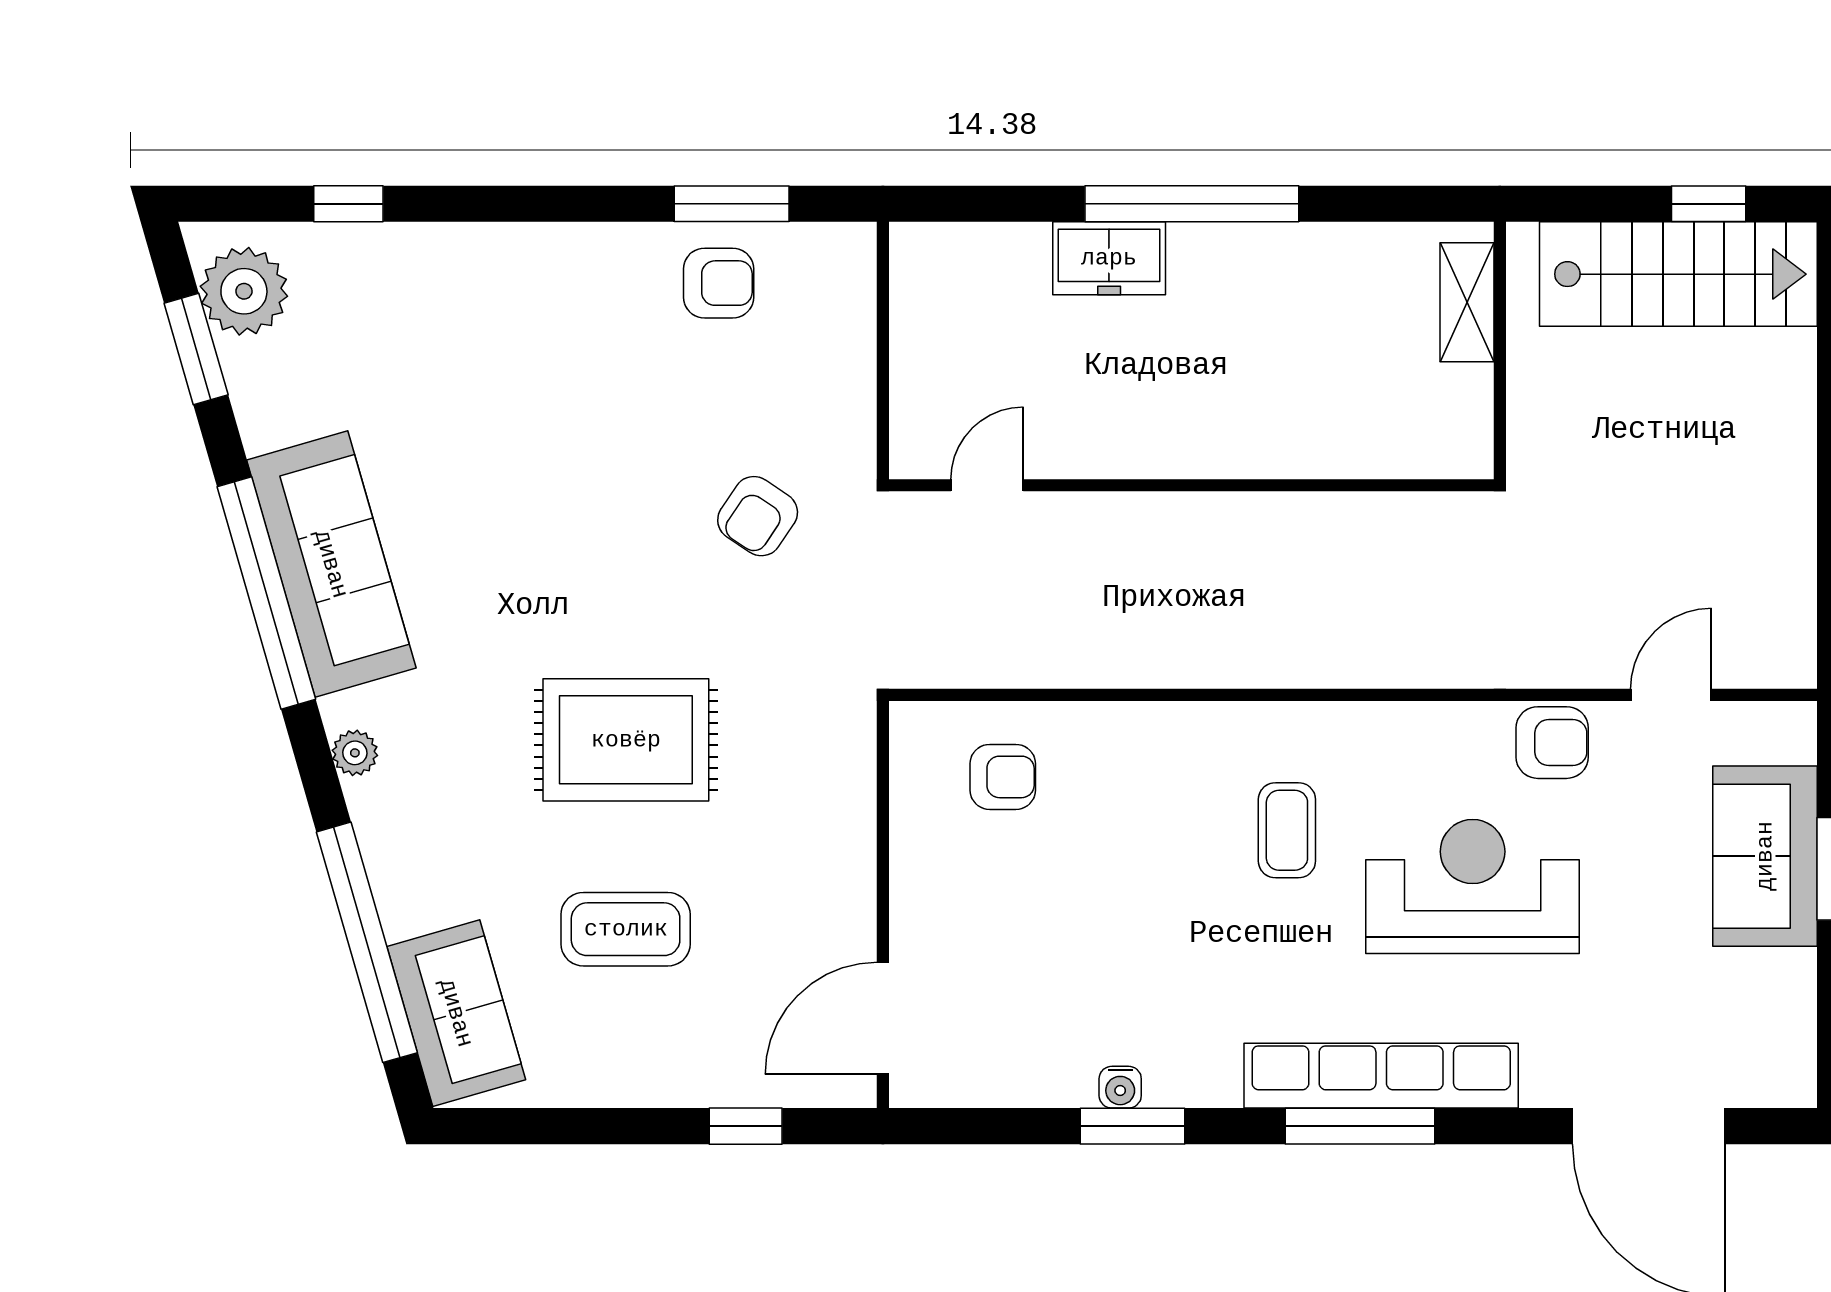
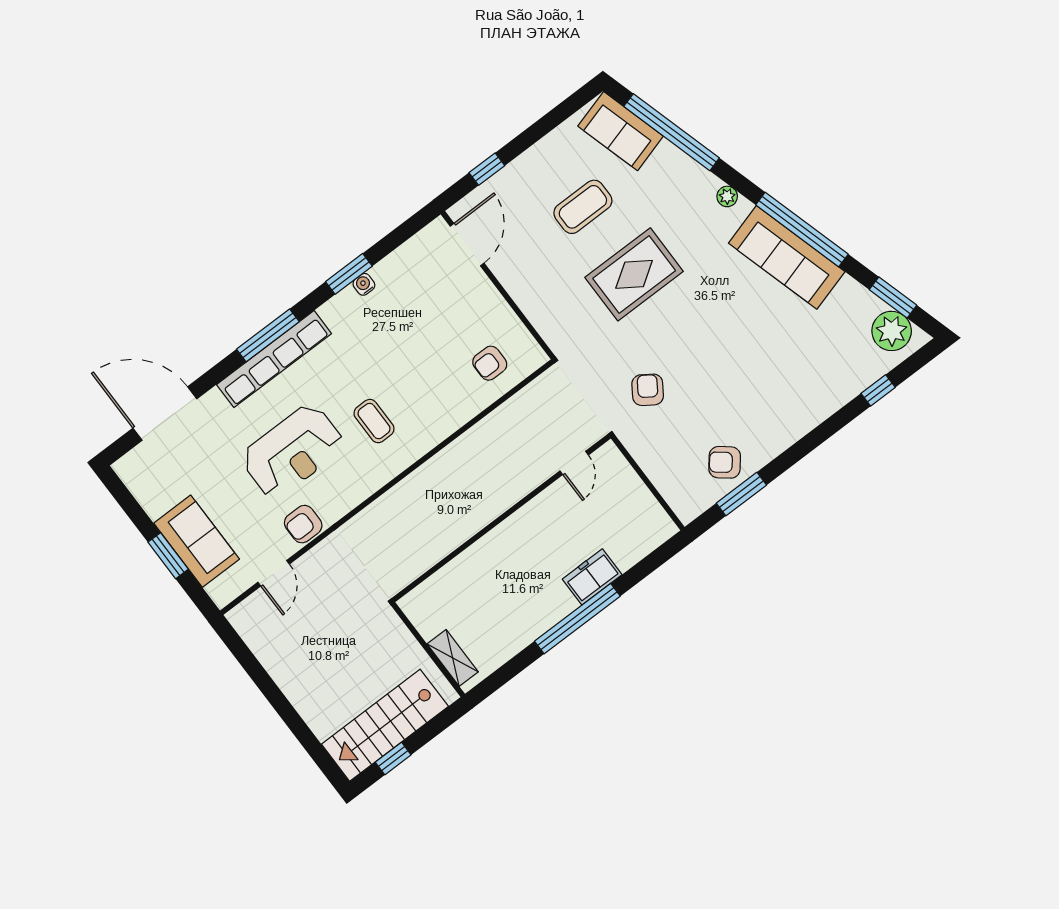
armchair: (719, 283) -> (725, 462), turned 39

